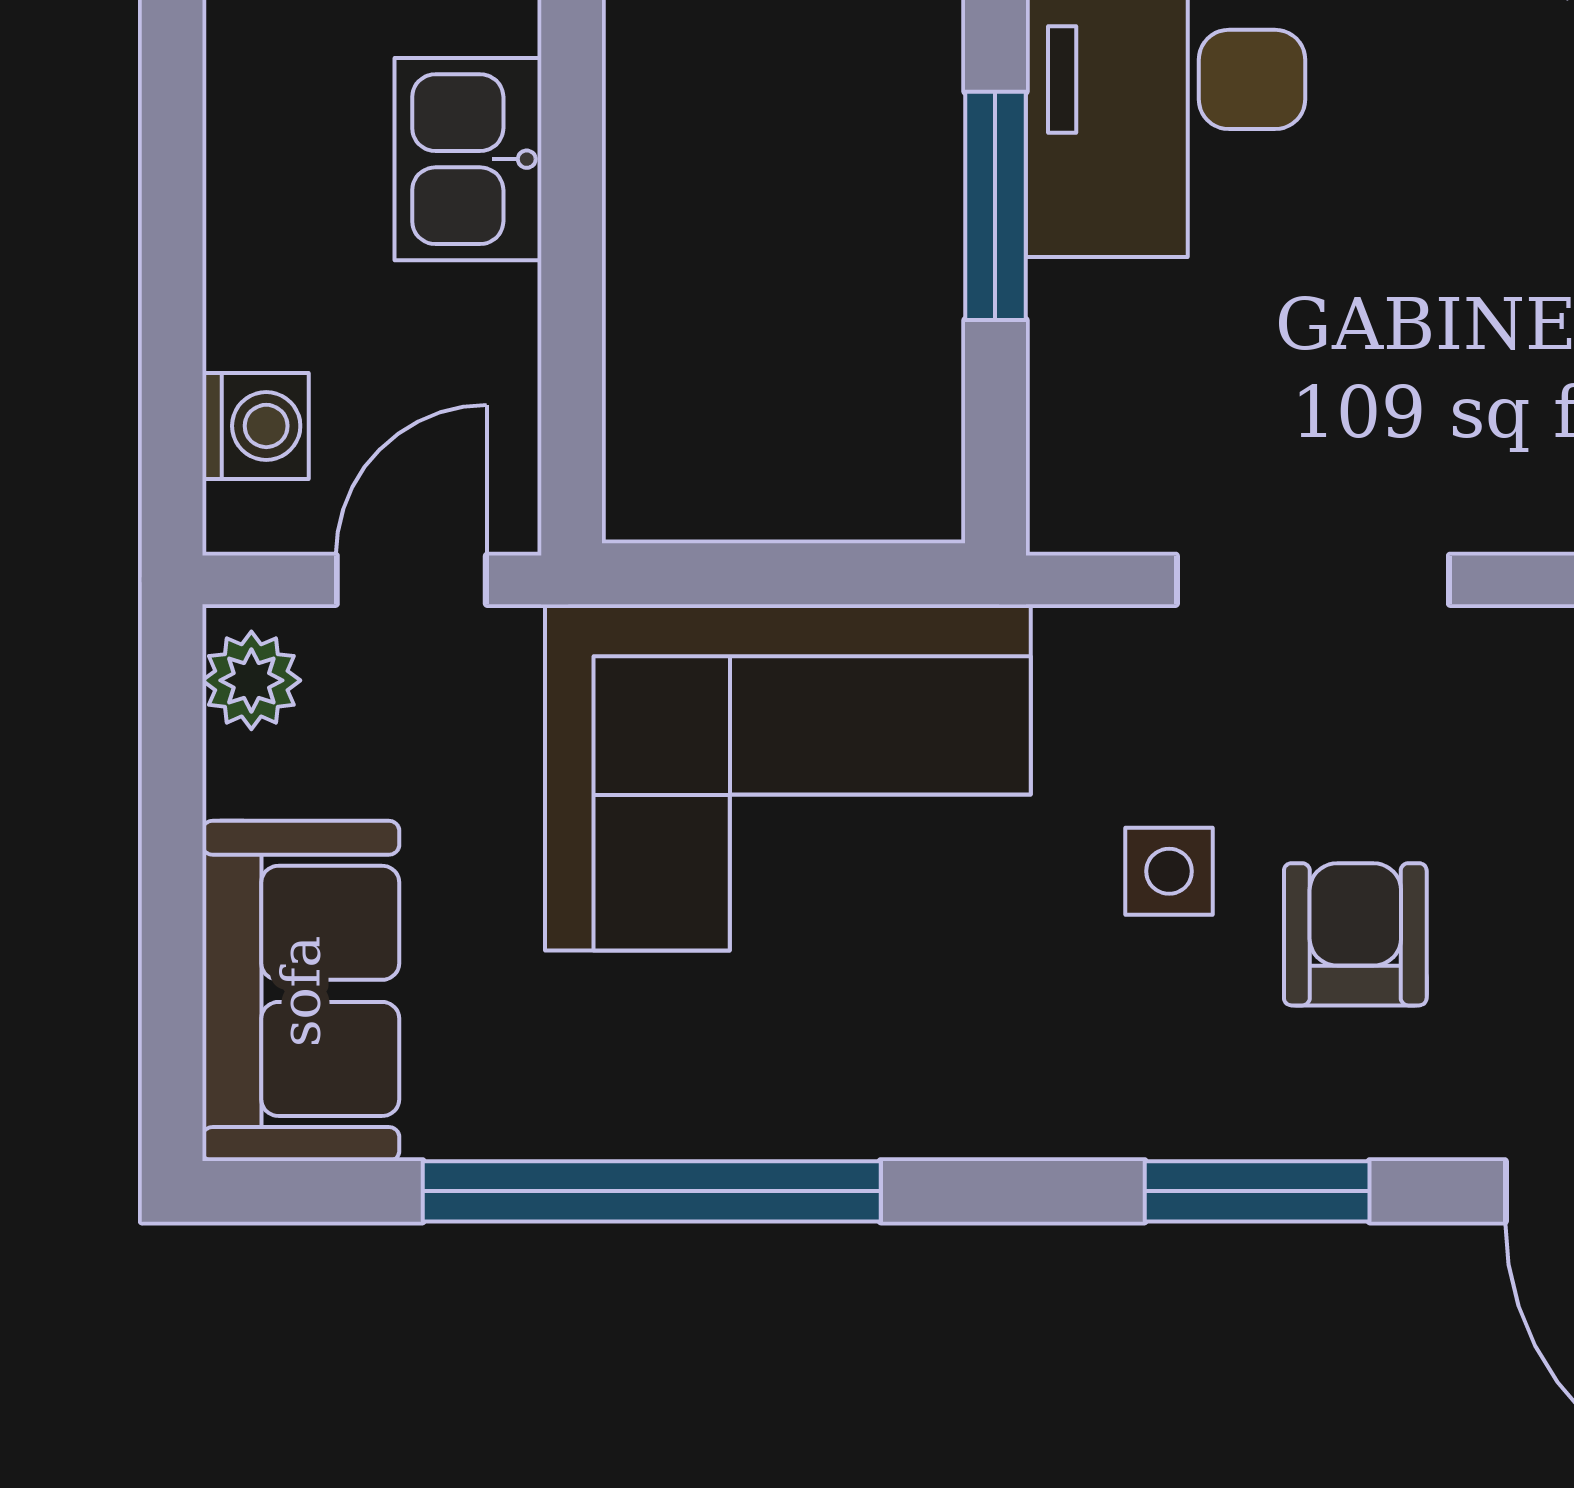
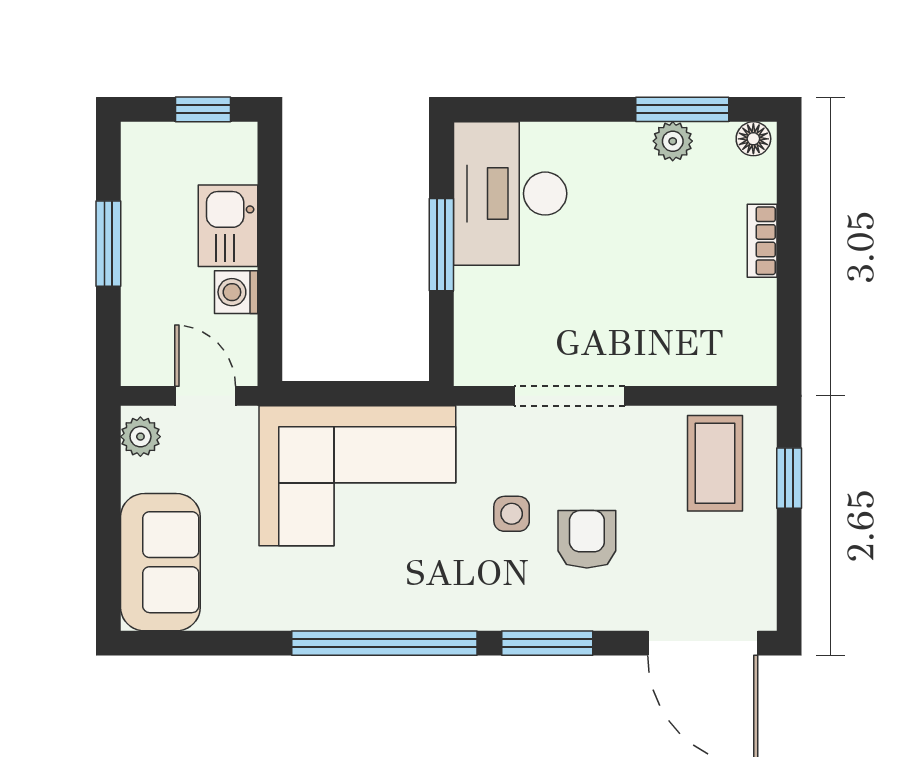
window: (172, 203) -> (108, 244), added
washing machine: (256, 426) -> (236, 292), moved, turned 180
door: (411, 580) -> (205, 396), hinge flipped
window: (652, 1191) -> (384, 643), moved

